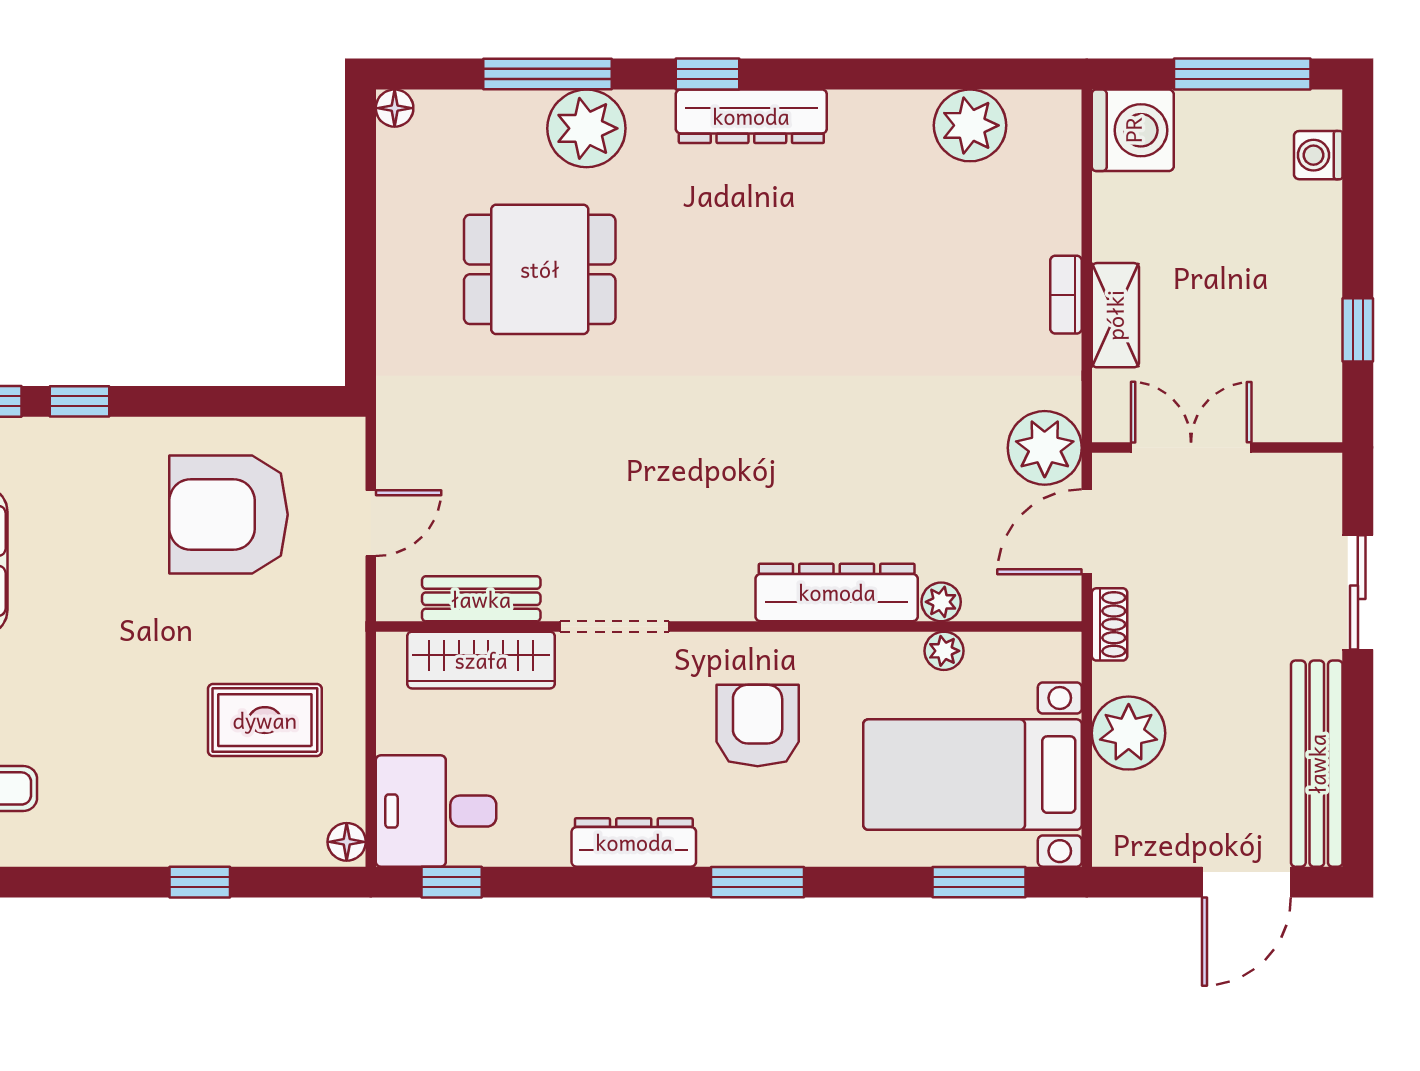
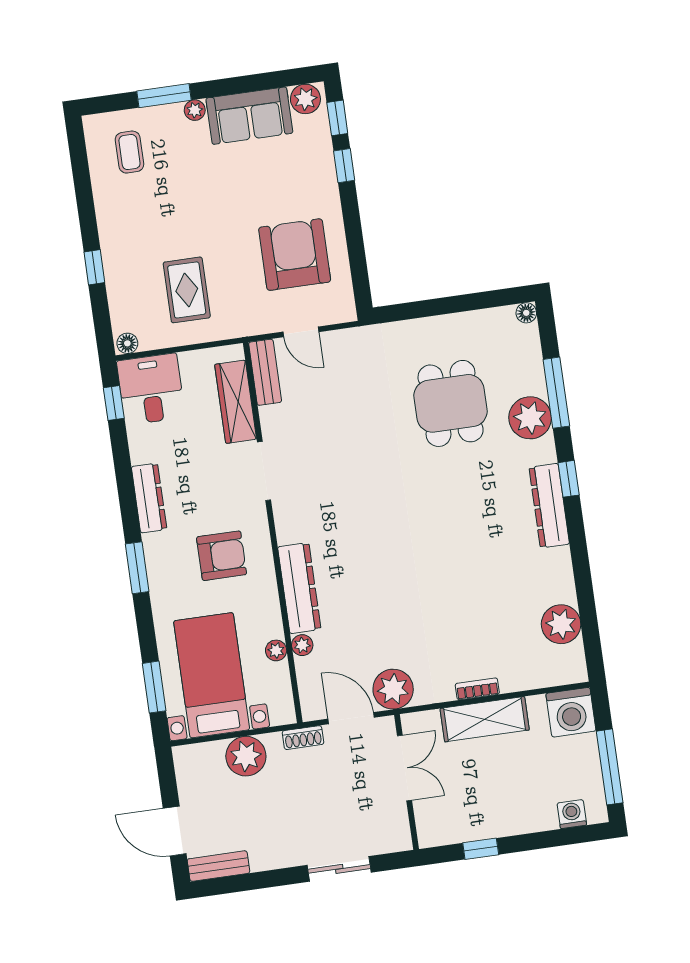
shelving: (1115, 315) -> (485, 719), width x1.50, depth x1.33
bench: (481, 599) -> (265, 372), moved
bench: (1317, 764) -> (218, 866), width x0.54, depth x0.82

